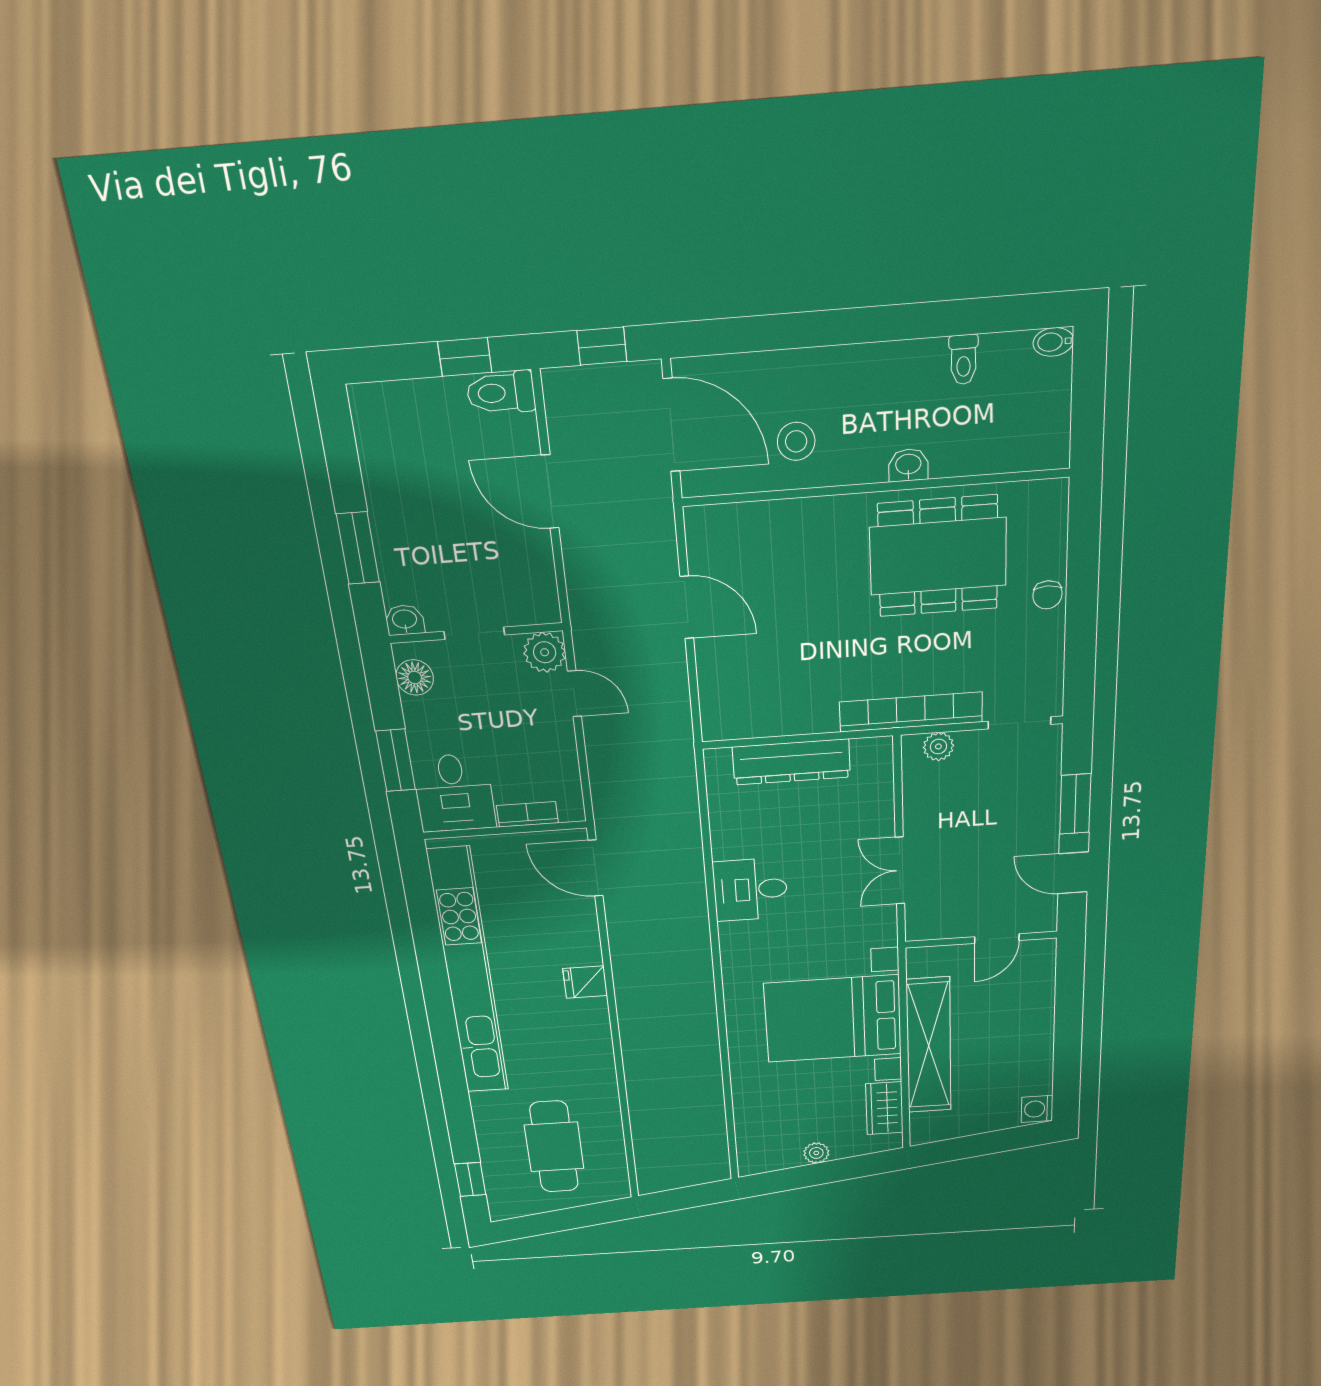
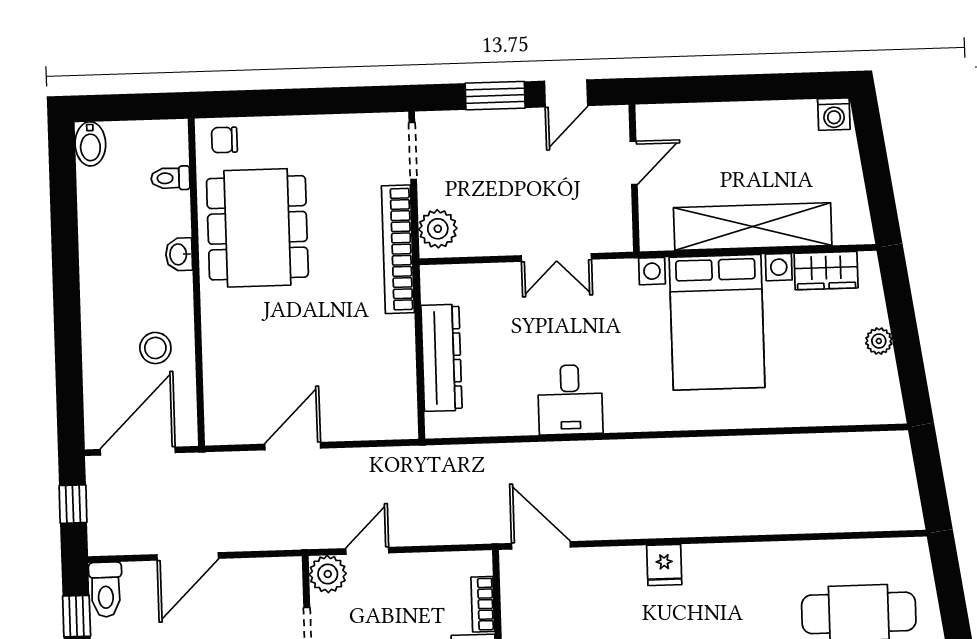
bidet: (1053, 342) -> (90, 144), width x1.38, depth x1.36
toilet: (963, 360) -> (170, 178), moved, turned 180
chair: (1047, 595) -> (224, 140), moved, turned 180
plant: (938, 746) -> (438, 229), width x1.38, depth x1.38
door: (595, 868) -> (541, 545), swing flipped
door: (997, 939) -> (634, 163), hinge flipped

